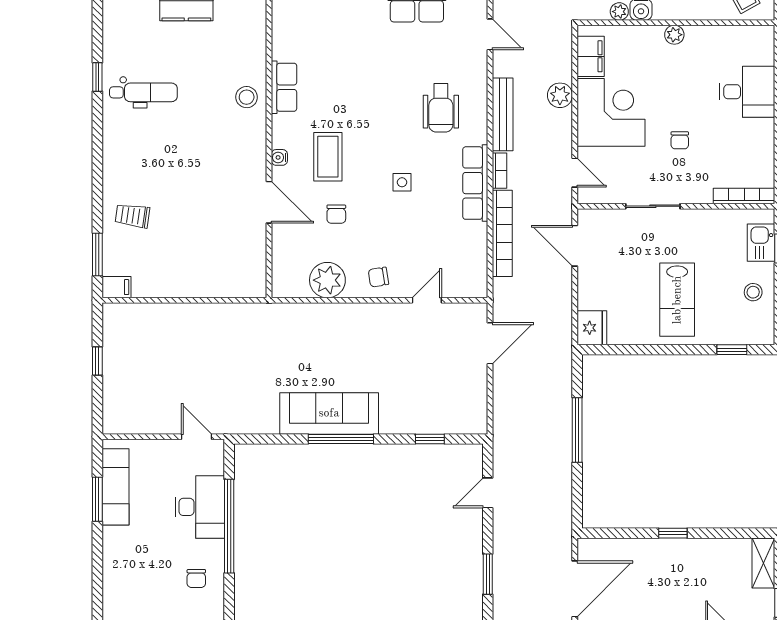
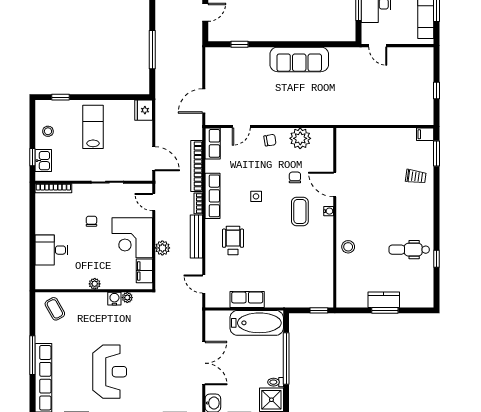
row of seats: (284, 87) -> (213, 143), moved, turned 180
window: (341, 439) -> (292, 44), removed

